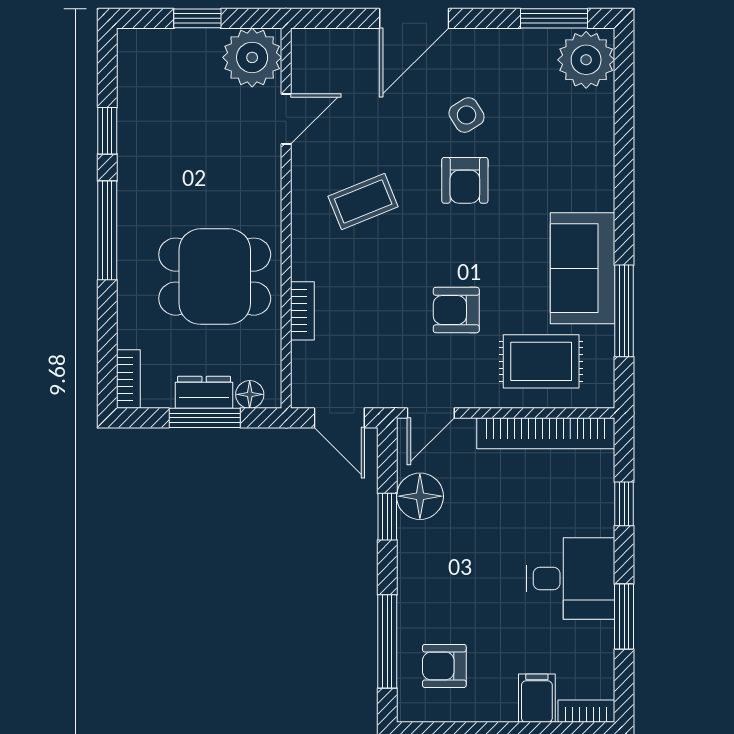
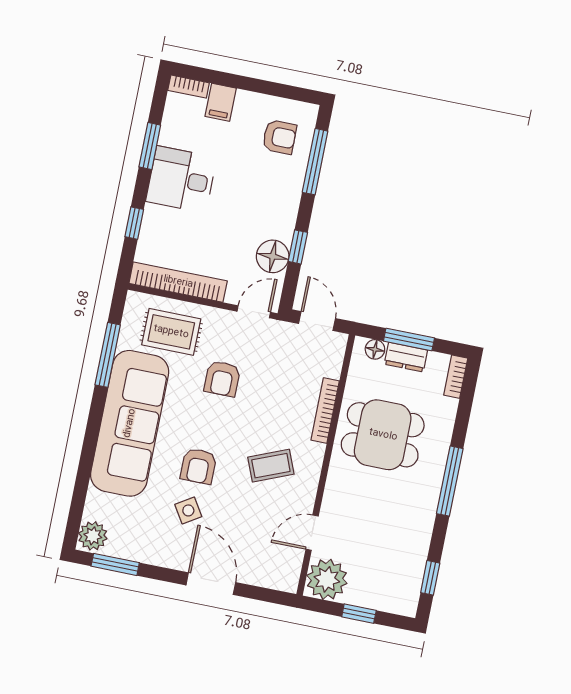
door: (414, 18) -> (211, 584), hinge flipped
plant: (586, 60) -> (93, 536), width x0.73, depth x0.73
window: (107, 131) -> (430, 578), moved
armchair: (465, 180) -> (198, 466), turned 180
sofa: (582, 268) -> (130, 423), width x1.85, depth x1.27
armchair: (456, 310) -> (222, 379), turned 90
bookcase: (302, 311) -> (325, 410), width x1.56

